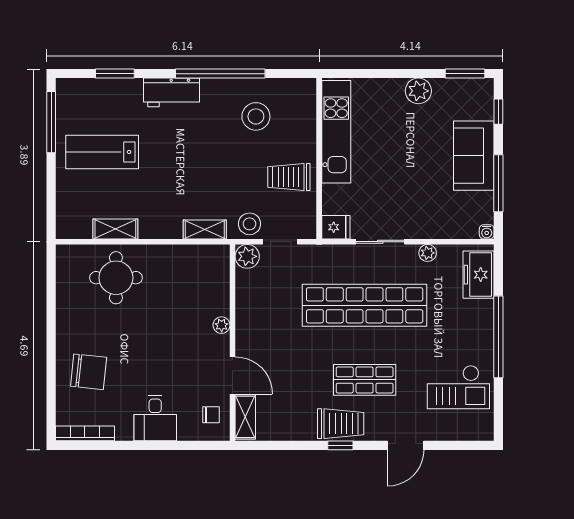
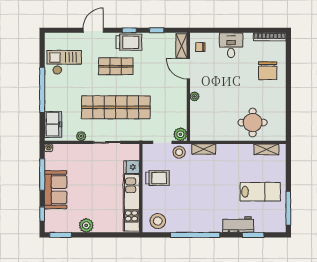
workbench: (171, 92) -> (238, 225), moved
stool: (256, 116) -> (158, 221), moved
fridge: (336, 227) -> (132, 167), moved
shelving: (115, 229) -> (266, 149), moved
chair: (89, 372) -> (268, 71), turned -96
trolley: (341, 424) -> (129, 42), turned 180
window: (290, 445) -> (157, 30), added

